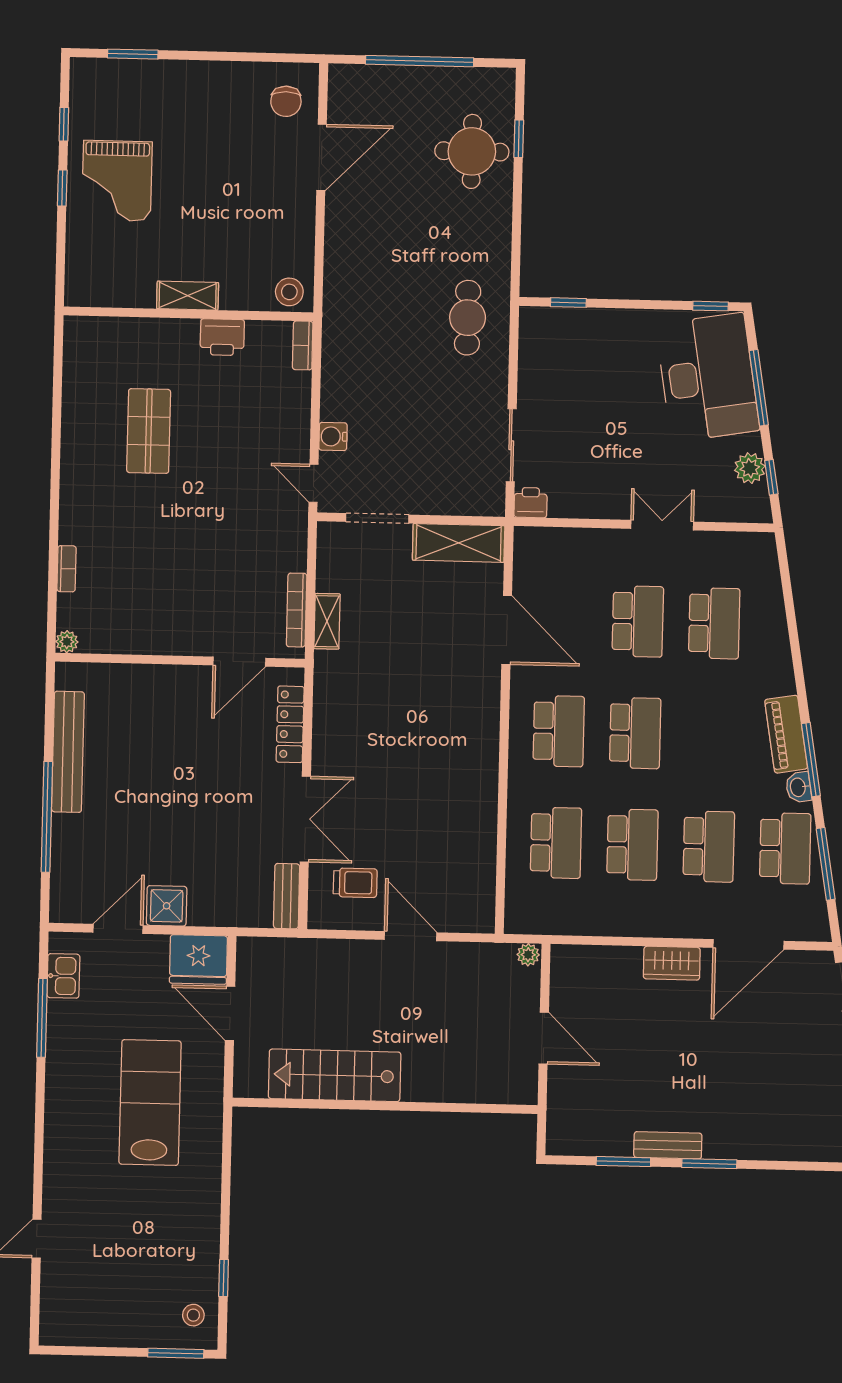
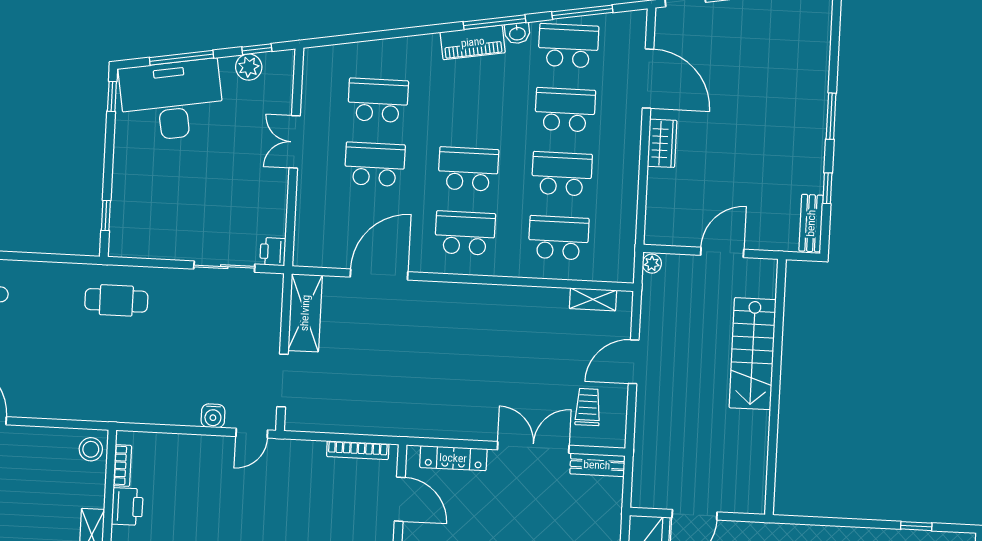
bookcase: (303, 345) -> (122, 465), moved, turned -90
shelving: (327, 621) -> (593, 299), moved
stairs: (335, 1075) -> (753, 354), moved
bench: (668, 1145) -> (811, 223), moved
window: (623, 1162) -> (827, 188), width x0.67

